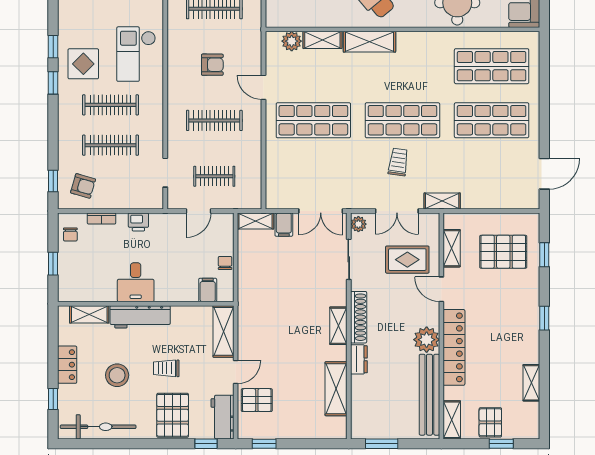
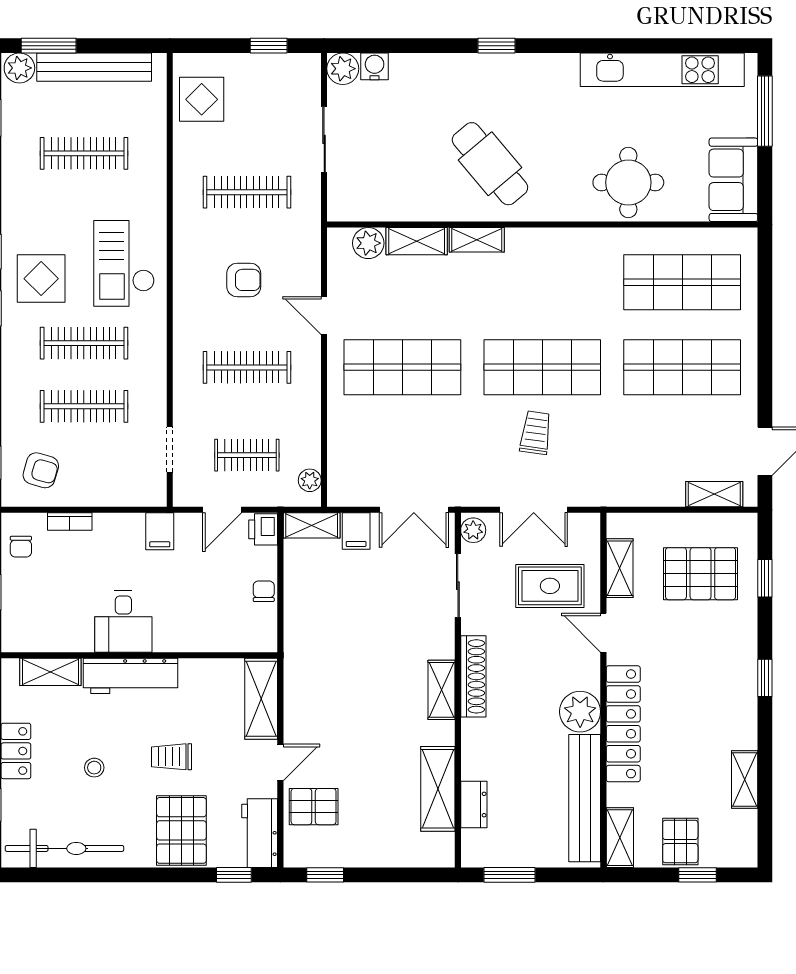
shelving: (369, 42) -> (477, 240), width x0.67, depth x0.75
plant: (254, 192) -> (310, 480), added
shelving: (442, 201) -> (714, 494), moved
printer: (138, 222) -> (263, 529), moved, turned 90
filing cabinet: (208, 290) -> (160, 531), moved, turned 180
dresser: (359, 359) -> (474, 805), moved
stool: (117, 375) -> (94, 768), width x0.53, depth x0.53

